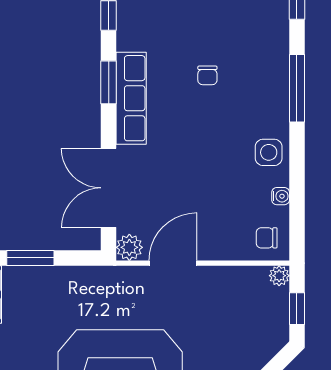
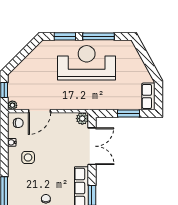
side table: (269, 152) -> (28, 157), moved
door: (173, 263) -> (39, 111), moved

